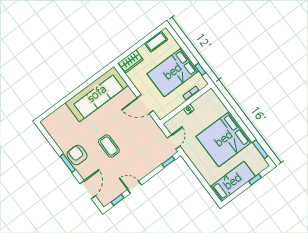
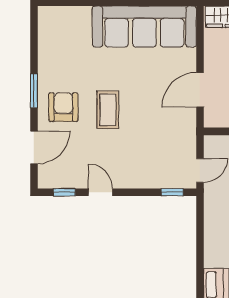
door: (145, 104) -> (200, 90), hinge flipped
armchair: (77, 155) -> (63, 107), moved

